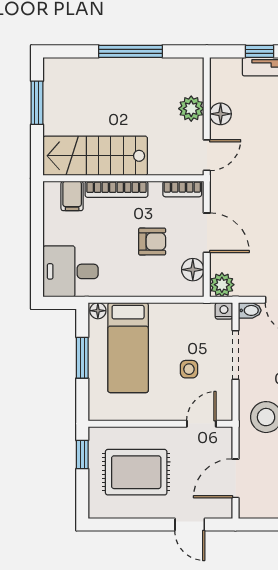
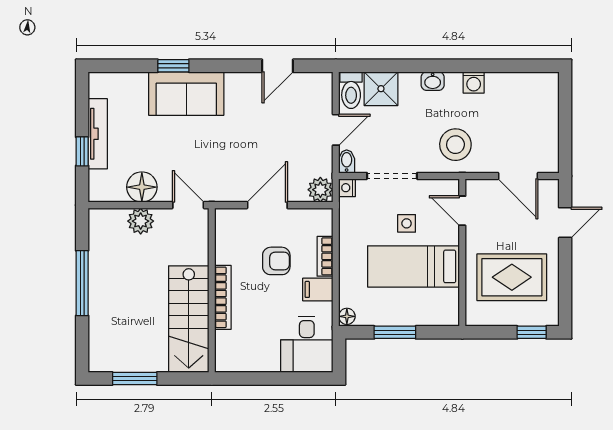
floor lamp: (221, 114) -> (142, 187), width x1.38, depth x1.38
bookcase: (182, 189) -> (325, 256), moved, turned 180
filing cabinet: (72, 196) -> (318, 289), moved, turned 180
armchair: (152, 242) -> (276, 261), turned 90
floor lamp: (193, 270) -> (305, 219), removed
bed: (128, 348) -> (413, 266), moved, turned 180
window: (82, 454) -> (532, 332), moved
rug: (136, 472) -> (512, 277), turned 90

